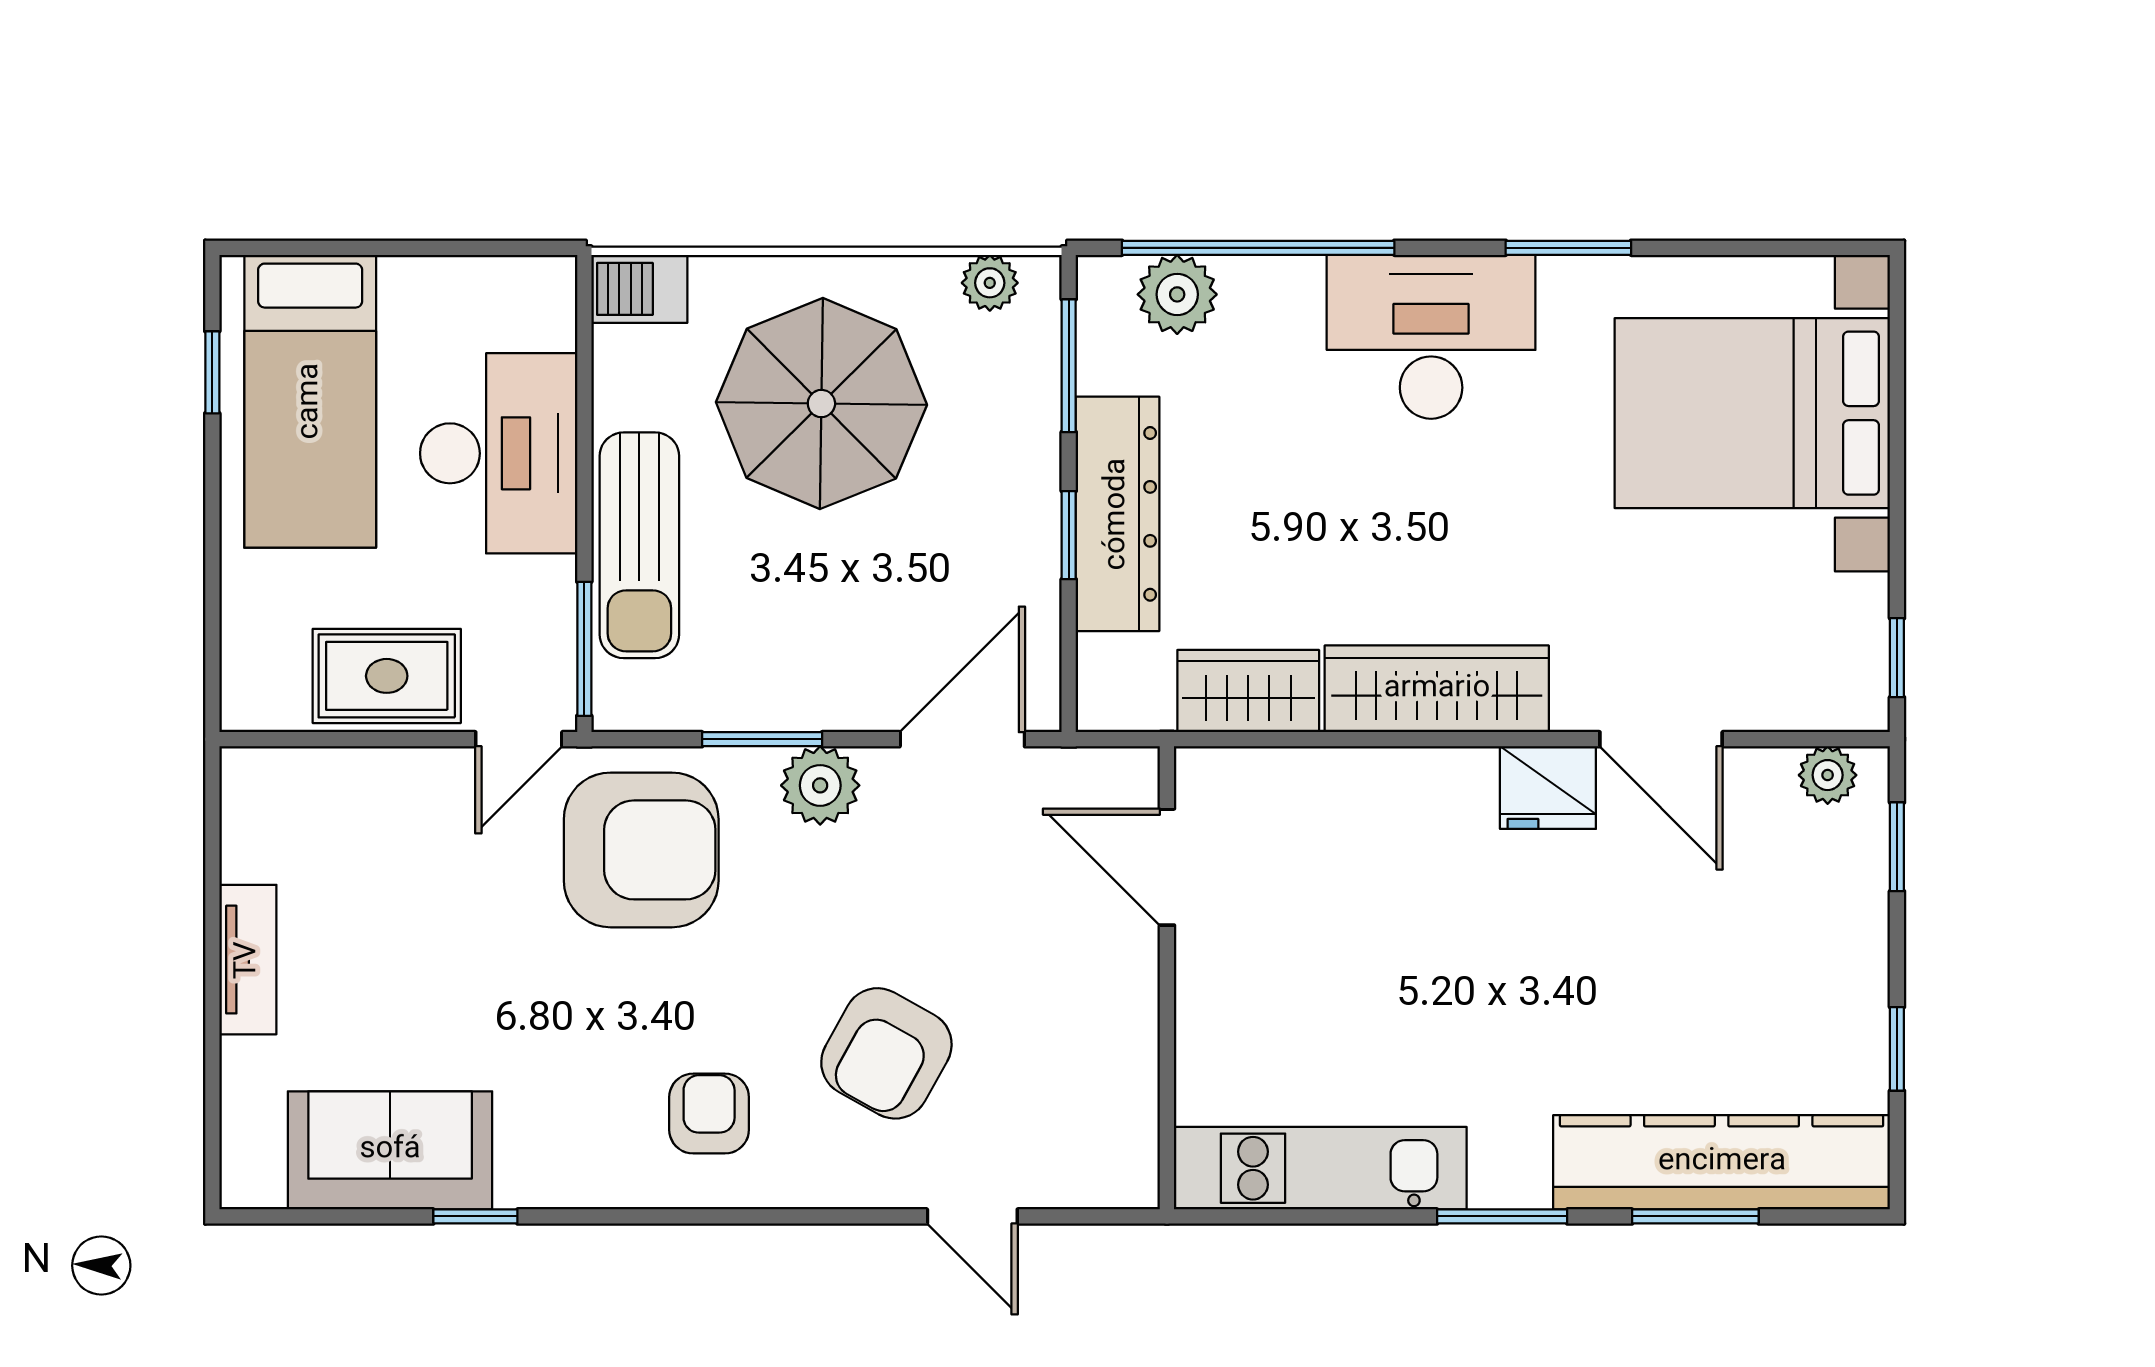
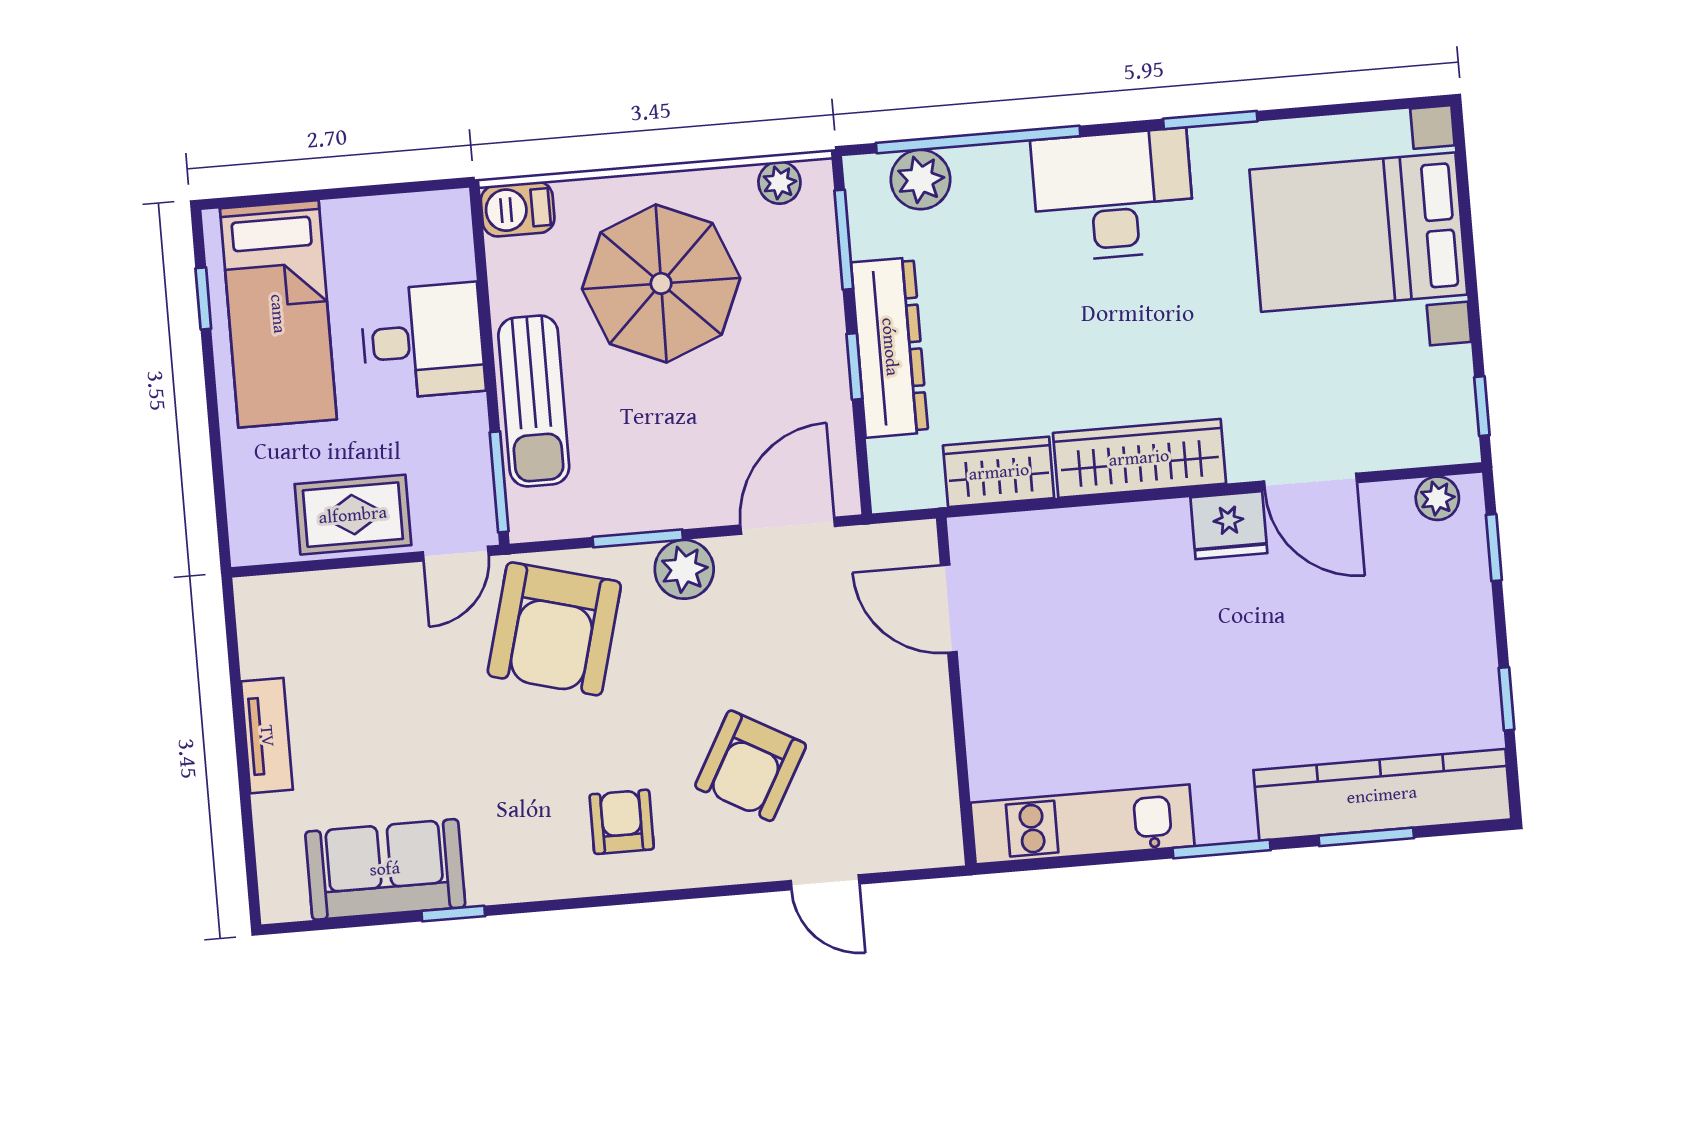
desk: (499, 453) -> (423, 341), width x0.73
armchair: (641, 850) -> (554, 629), turned 105

